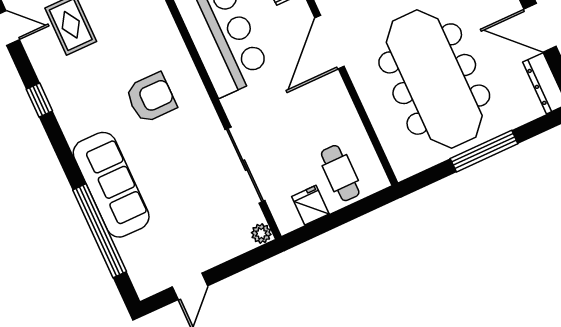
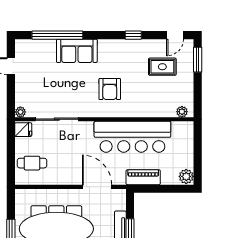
sofa: (111, 185) -> (77, 51), width x0.73
fridge: (310, 205) -> (23, 130), moved

